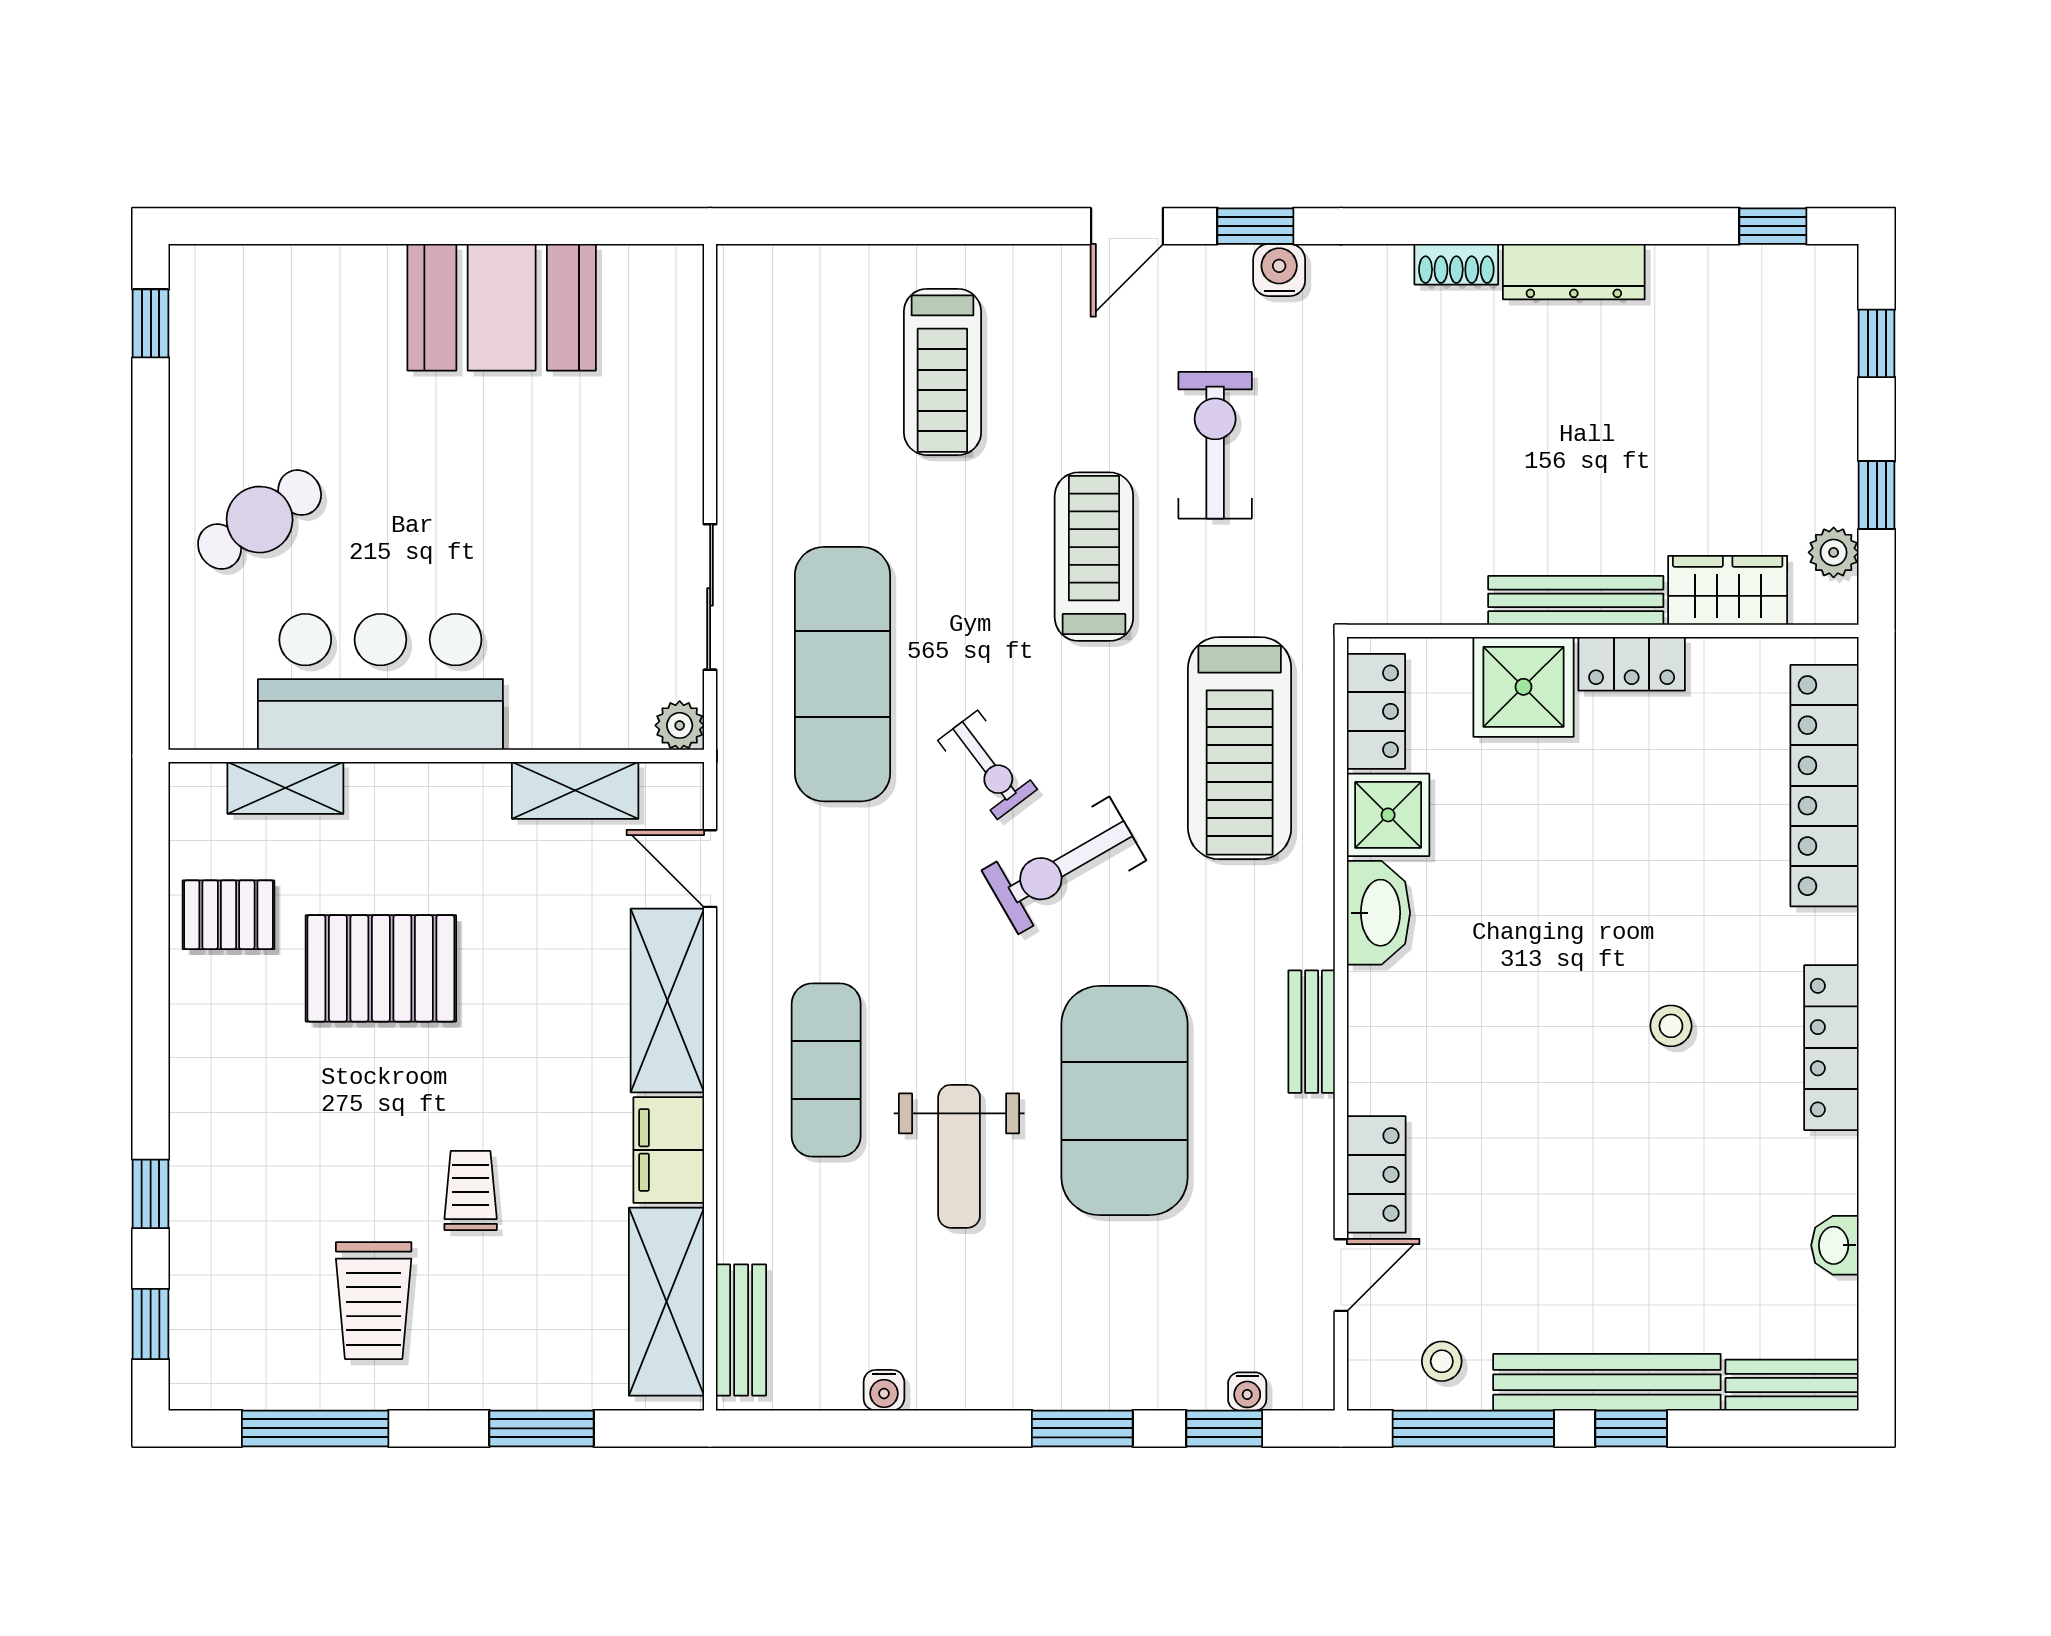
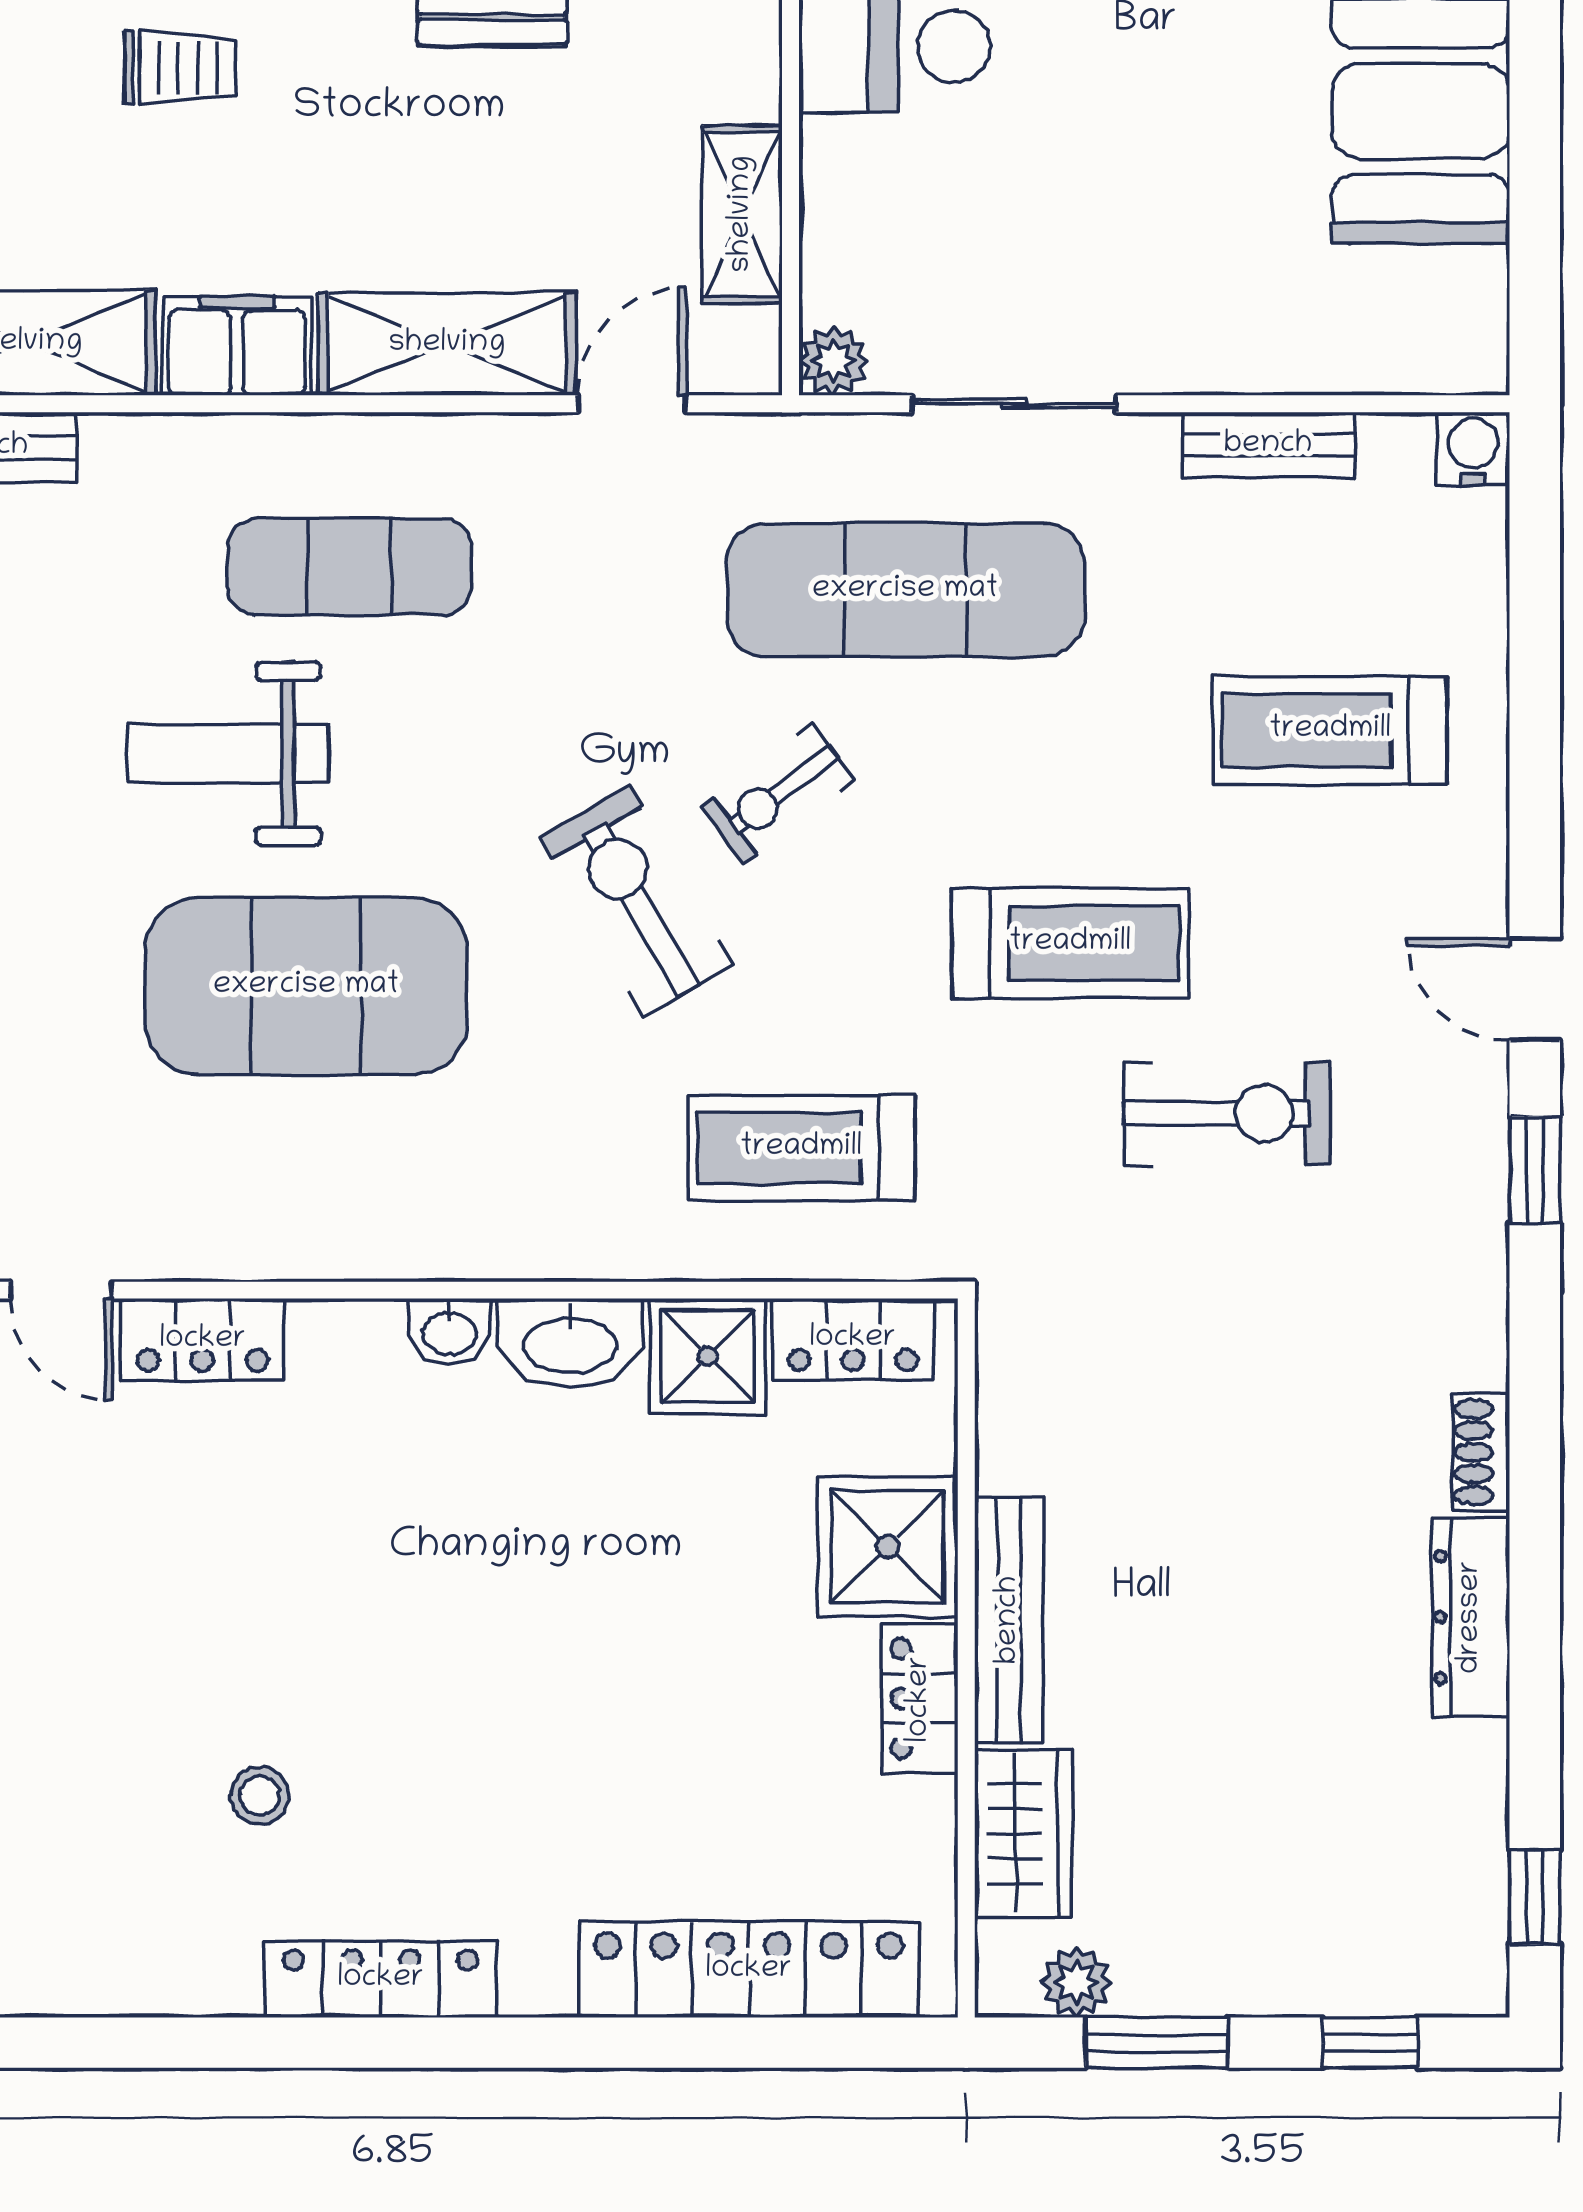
water cooler: (1279, 270) -> (1473, 449), moved, turned -90
window: (1877, 495) -> (1157, 2043), width x1.50
treadmill: (1240, 748) -> (801, 1148), width x0.73, depth x0.73
stool: (1671, 1026) -> (260, 1795), moved
bench: (1312, 1032) -> (1268, 445), moved
washbasin: (1835, 1245) -> (449, 1332), moved, turned 180

